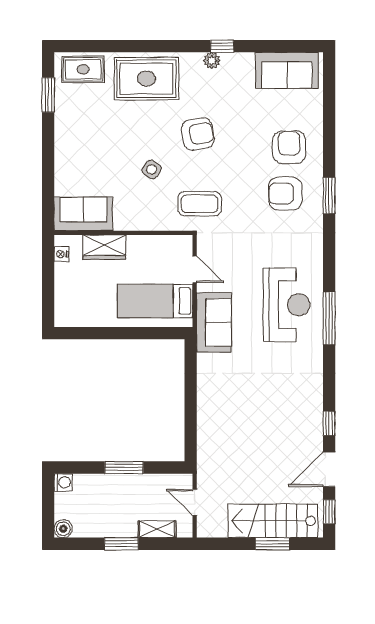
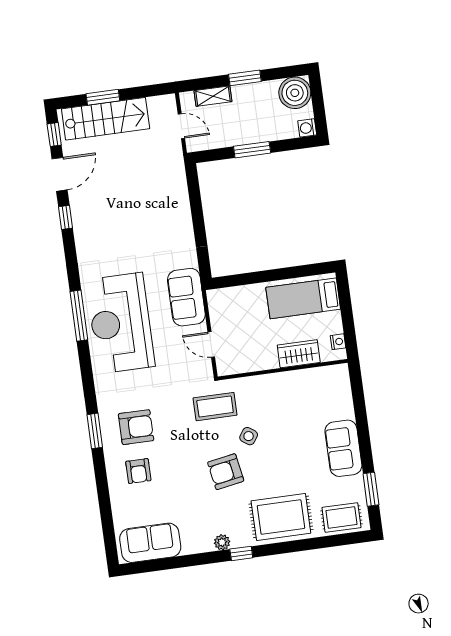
window: (222, 46) -> (241, 553), moved
armchair: (289, 147) -> (138, 471), width x0.72, depth x0.72
side table: (152, 169) -> (249, 436), moved
sofa: (83, 214) -> (343, 448), moved, turned 90
bed: (155, 301) -> (303, 298), moved, turned 180
reception desk: (287, 305) -> (121, 323), width x1.36, depth x1.30
boiler: (63, 529) -> (295, 93), width x1.86, depth x1.86

